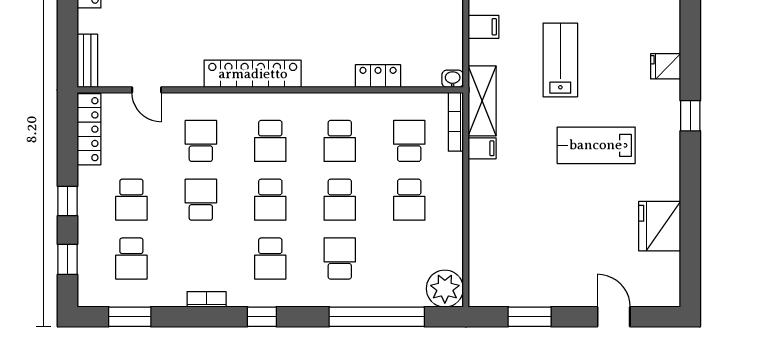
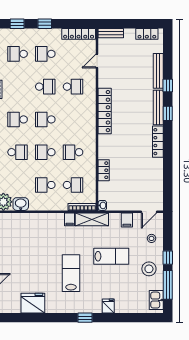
school desk: (270, 141) -> (73, 119), removed
washbasin: (450, 252) -> (21, 204), added

